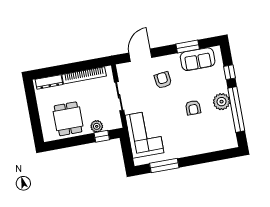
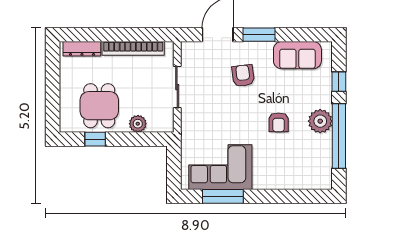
window: (188, 46) -> (259, 35), moved
corner sofa: (144, 134) -> (220, 167), moved, turned -90
window: (102, 136) -> (95, 139), moved

